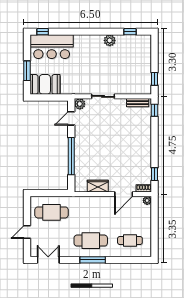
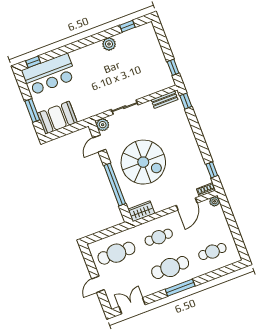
spiral stairs: (101, 147) -> (143, 162), added
wardrobe: (98, 186) -> (141, 211), moved
cafe table: (91, 212) -> (159, 237), added

